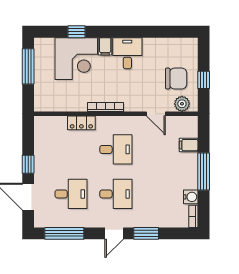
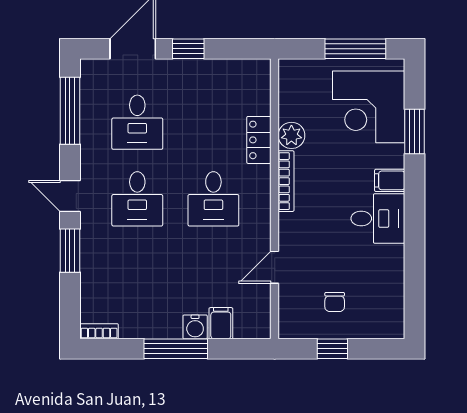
window: (76, 32) -> (415, 131), width x1.50
corner desk: (76, 59) -> (369, 107), moved
chair: (176, 79) -> (335, 302), width x0.54, depth x0.54
plant: (182, 104) -> (291, 135), moved
water cooler: (191, 197) -> (195, 327), moved

